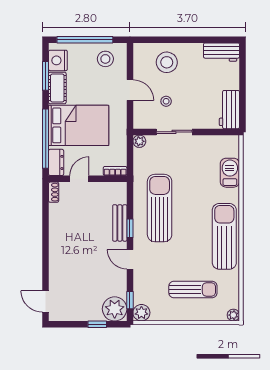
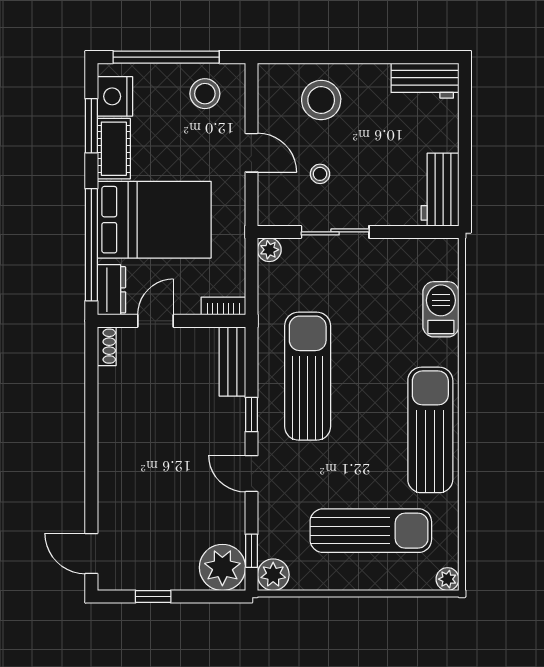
bench: (120, 223) -> (232, 361), moved
sun lounger: (193, 289) -> (371, 531), width x1.36, depth x1.34
window: (97, 324) -> (153, 596), moved

